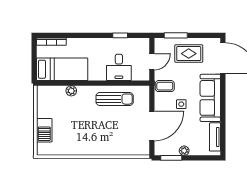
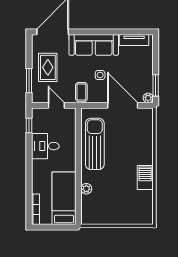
window: (120, 35) -> (29, 126), moved
desk: (119, 67) -> (45, 146), moved, turned 180
sun lounger: (115, 99) -> (95, 144), width x1.36, depth x1.34
barbecue: (44, 130) -> (145, 178), moved, turned -90
plant: (184, 151) -> (148, 98), moved

